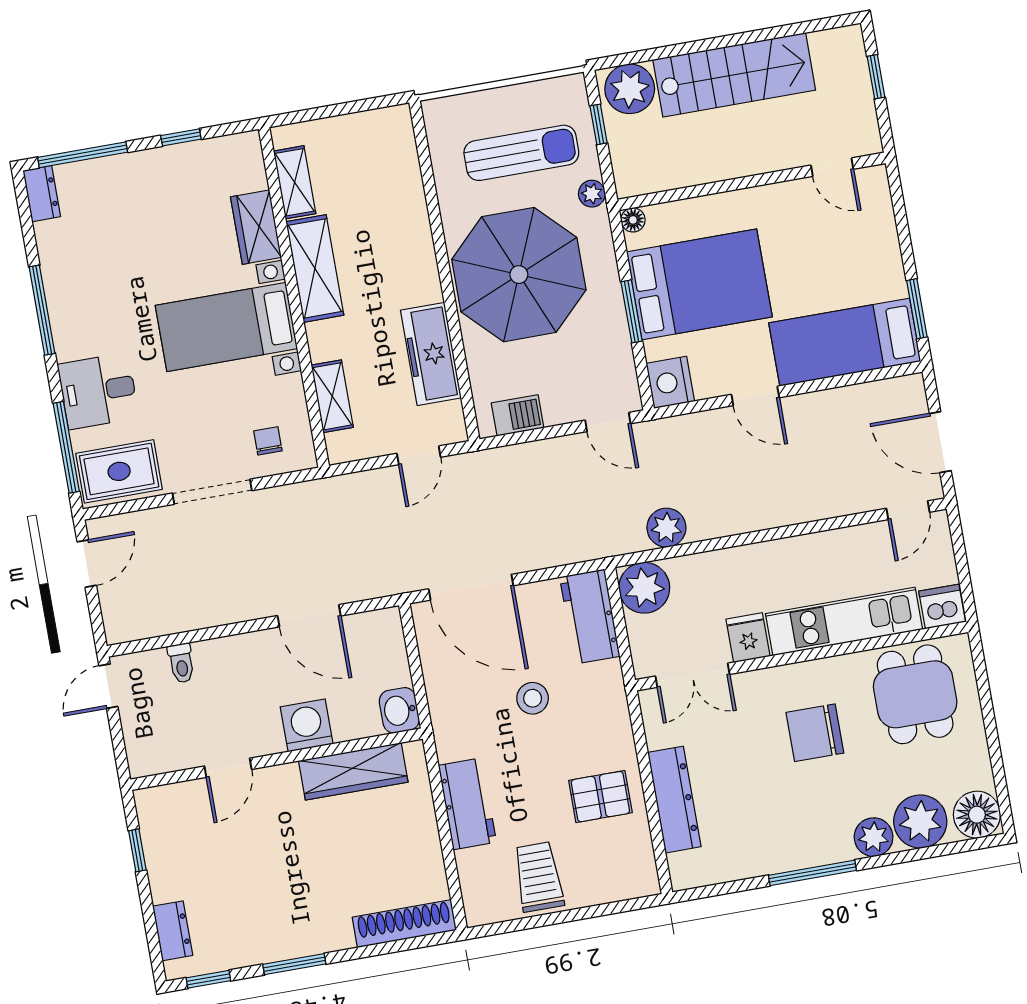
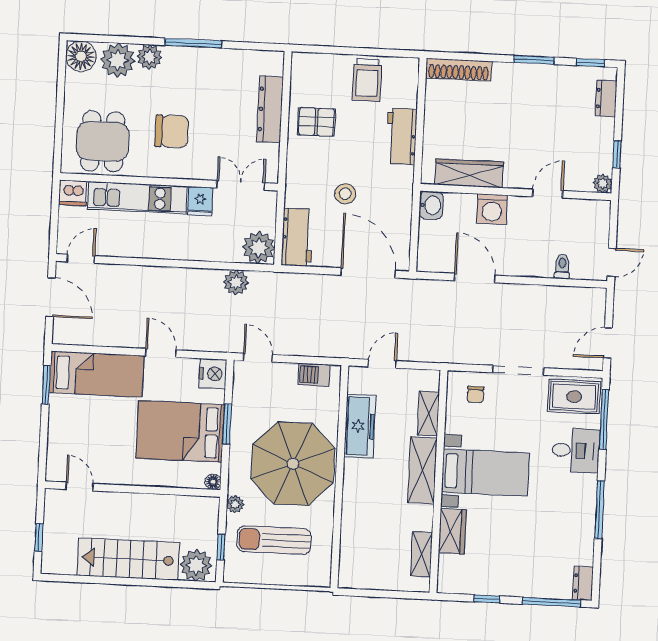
shelving: (315, 268) -> (422, 470), moved
plant: (149, 802) -> (603, 183), added

